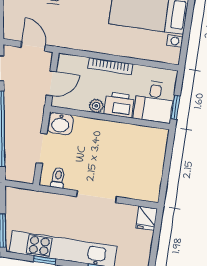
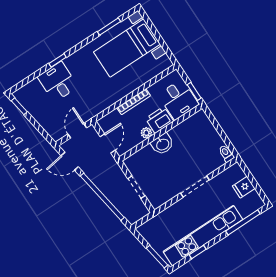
door: (33, 46) -> (77, 131), hinge flipped
washbasin: (60, 124) -> (162, 144), moved
toilet: (58, 178) -> (226, 154), moved
fridge: (147, 218) -> (244, 187), moved, turned 90

